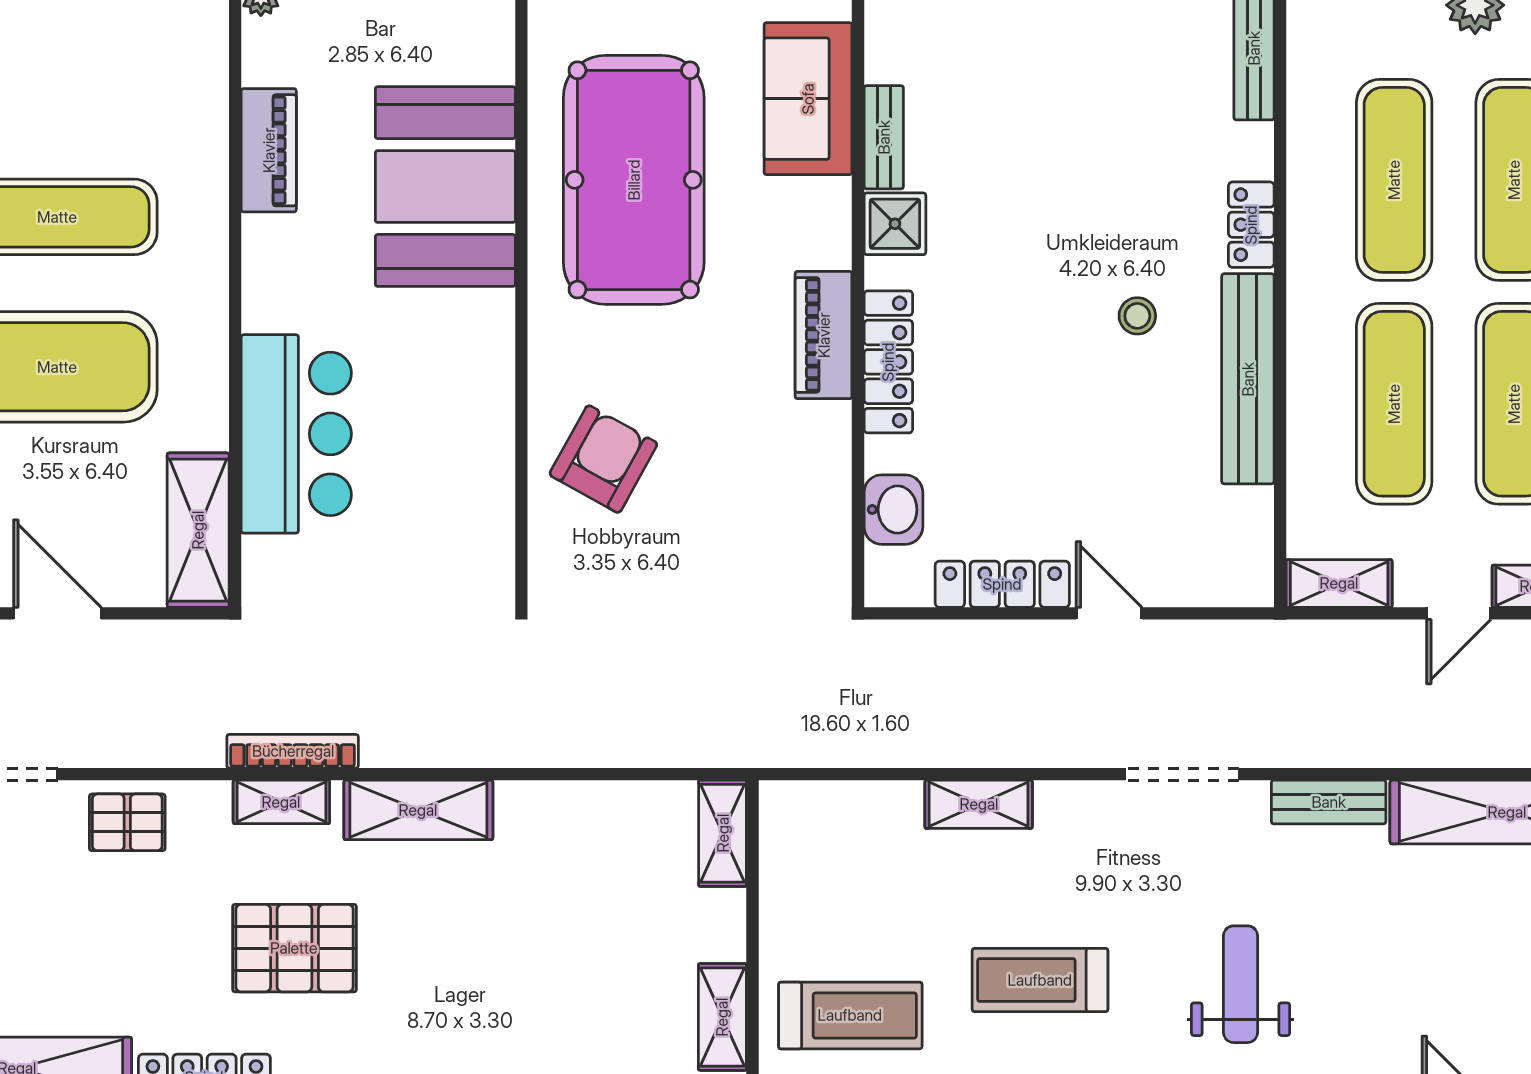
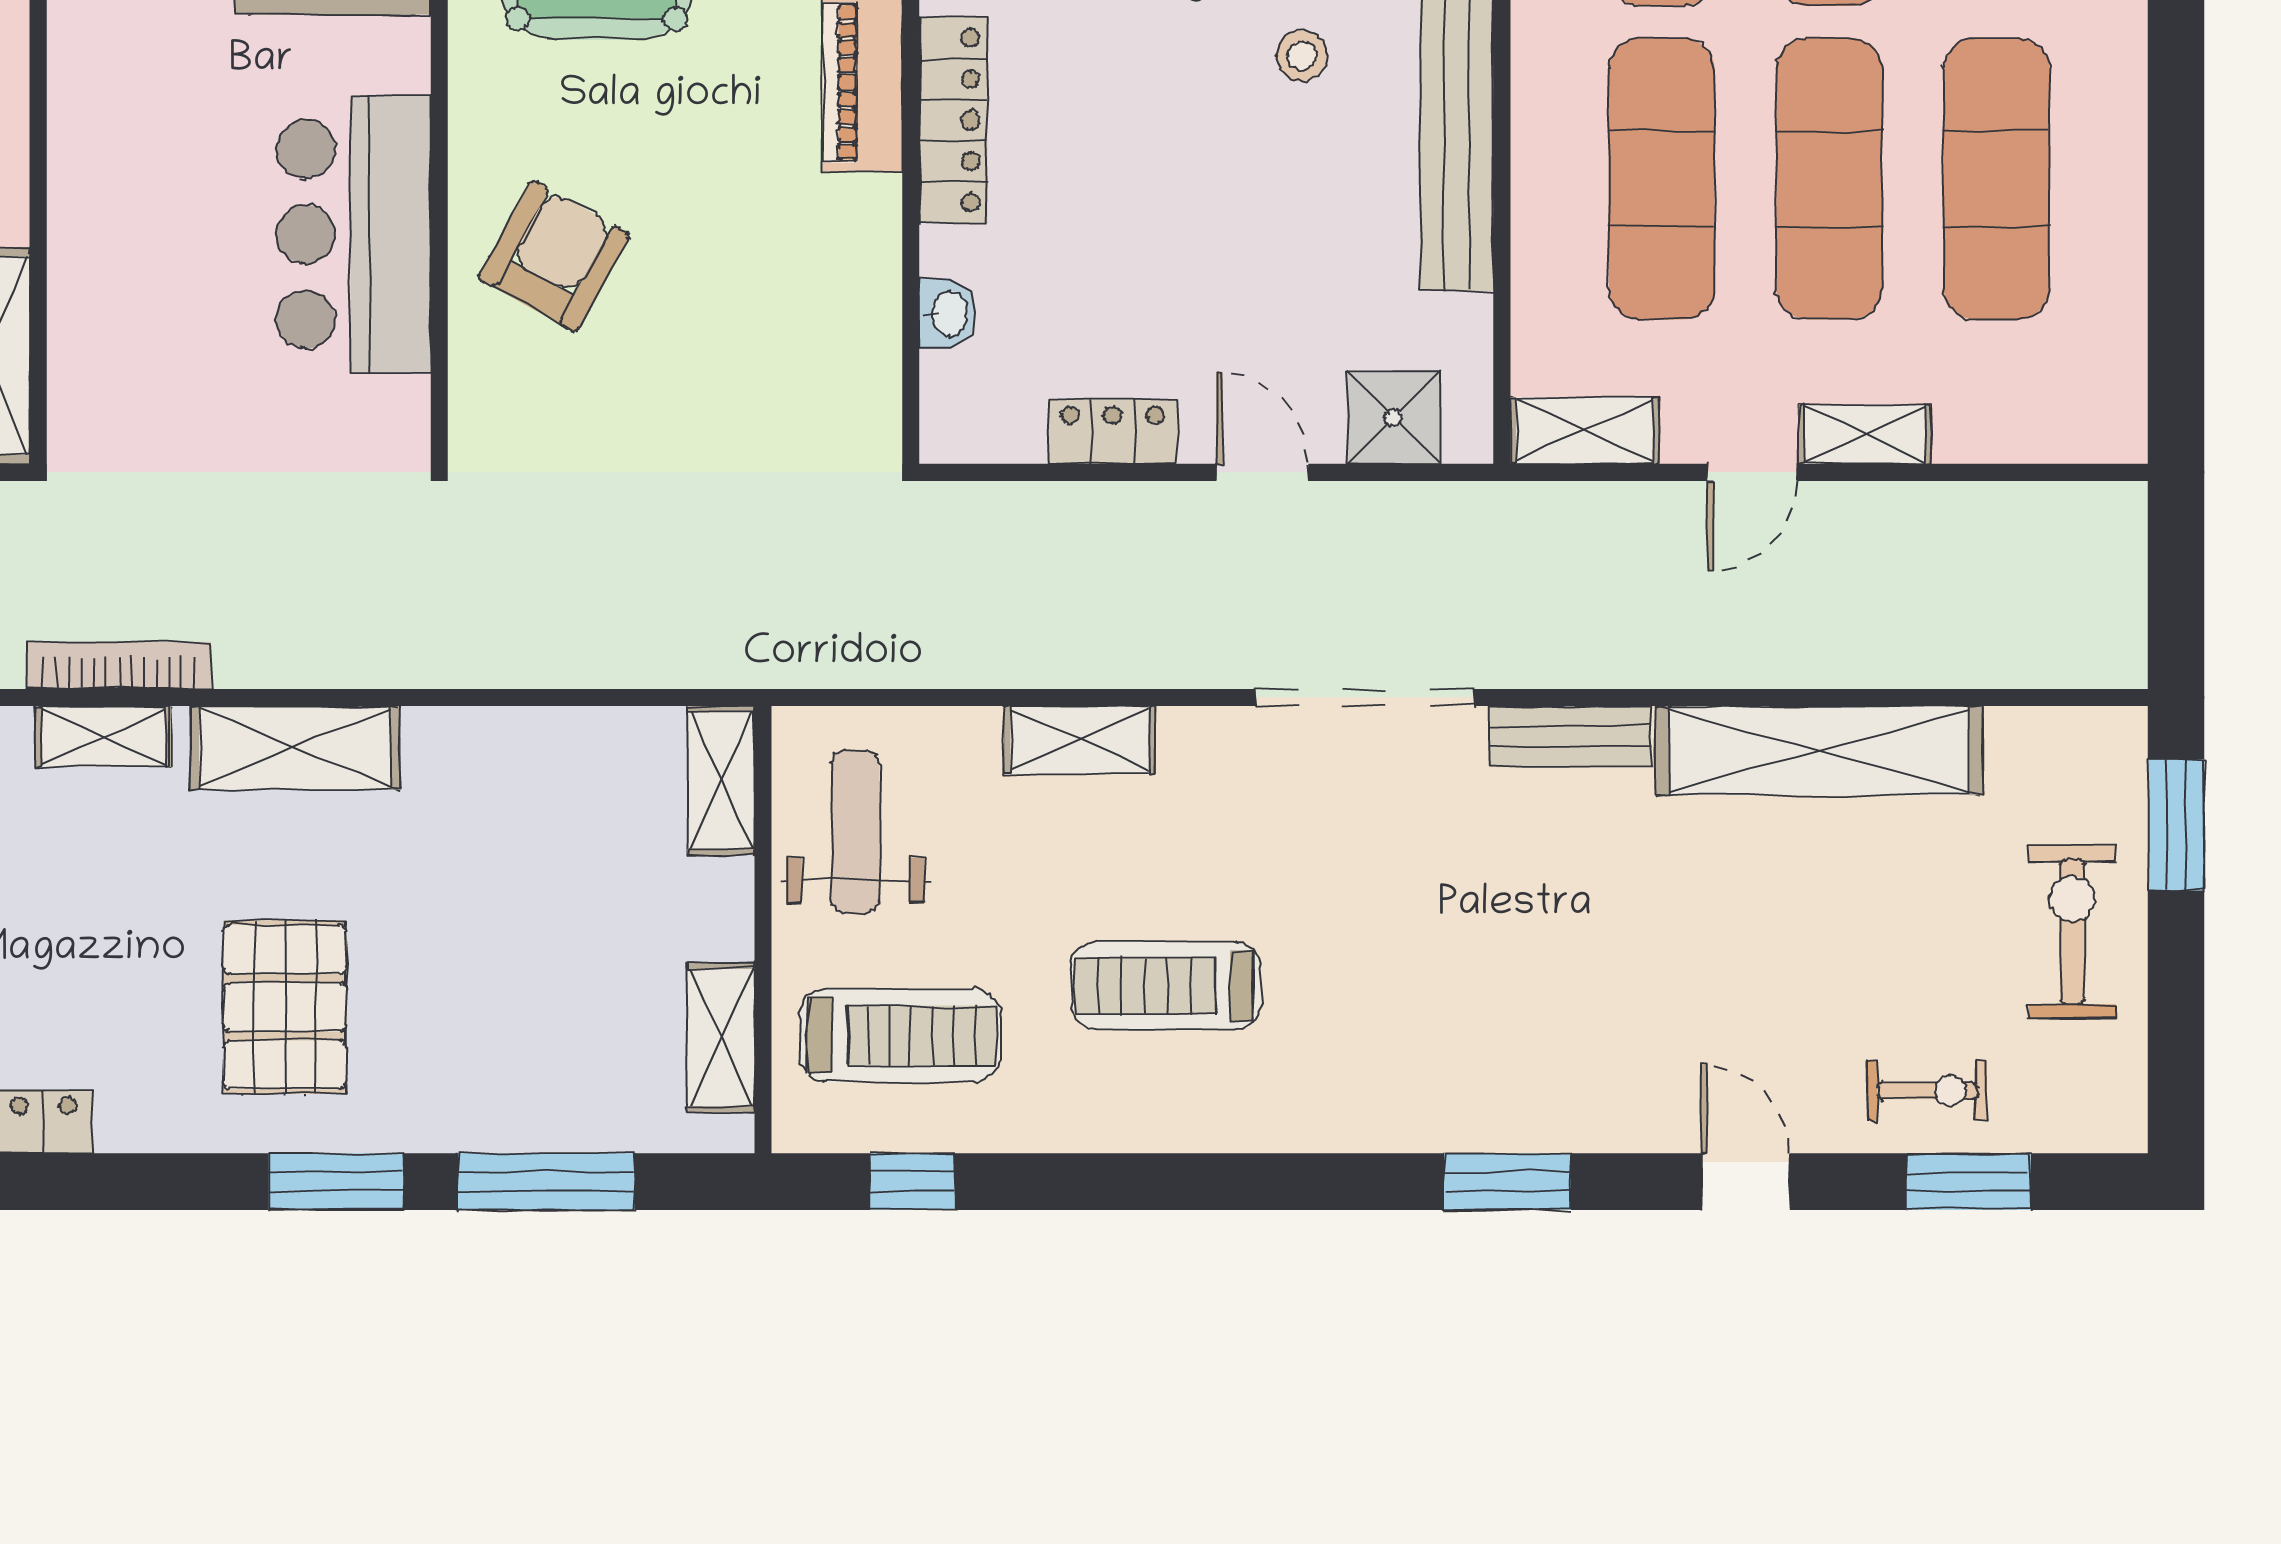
bar counter: (296, 434) -> (354, 234), moved, turned 180
washbasin: (893, 510) -> (948, 313), width x0.72, depth x0.69
shower: (1203, 574) -> (1394, 417), added
locker: (1002, 584) -> (1113, 431), width x0.66
doorway: (1182, 774) -> (1365, 697), width x1.36
pallet: (294, 948) -> (285, 1007), moved, turned 90
weight bench: (1241, 984) -> (855, 832), moved

